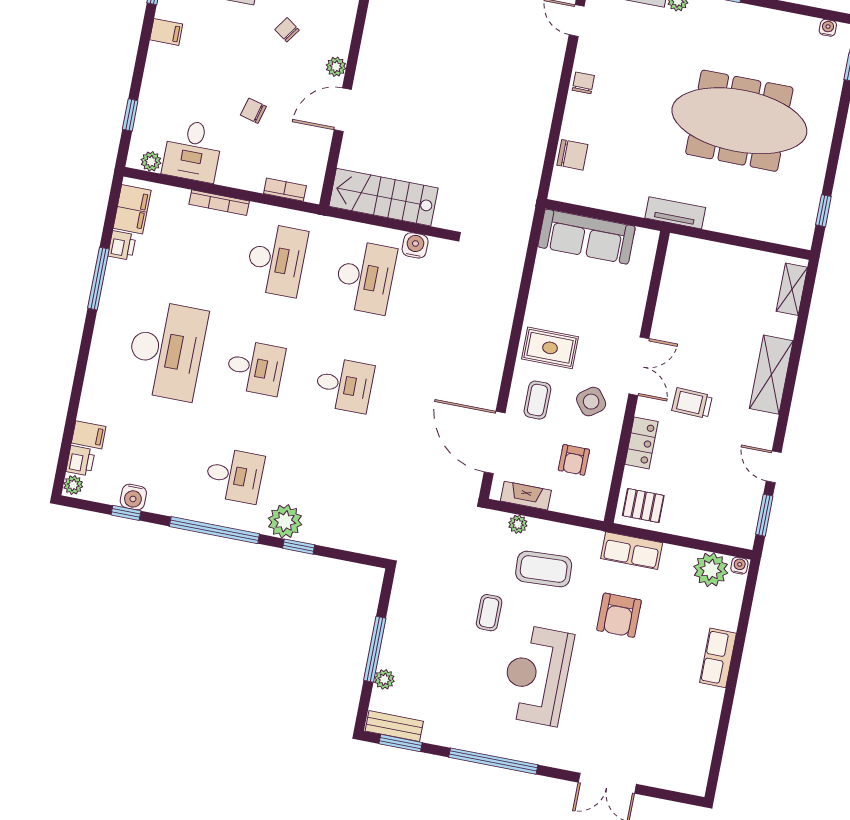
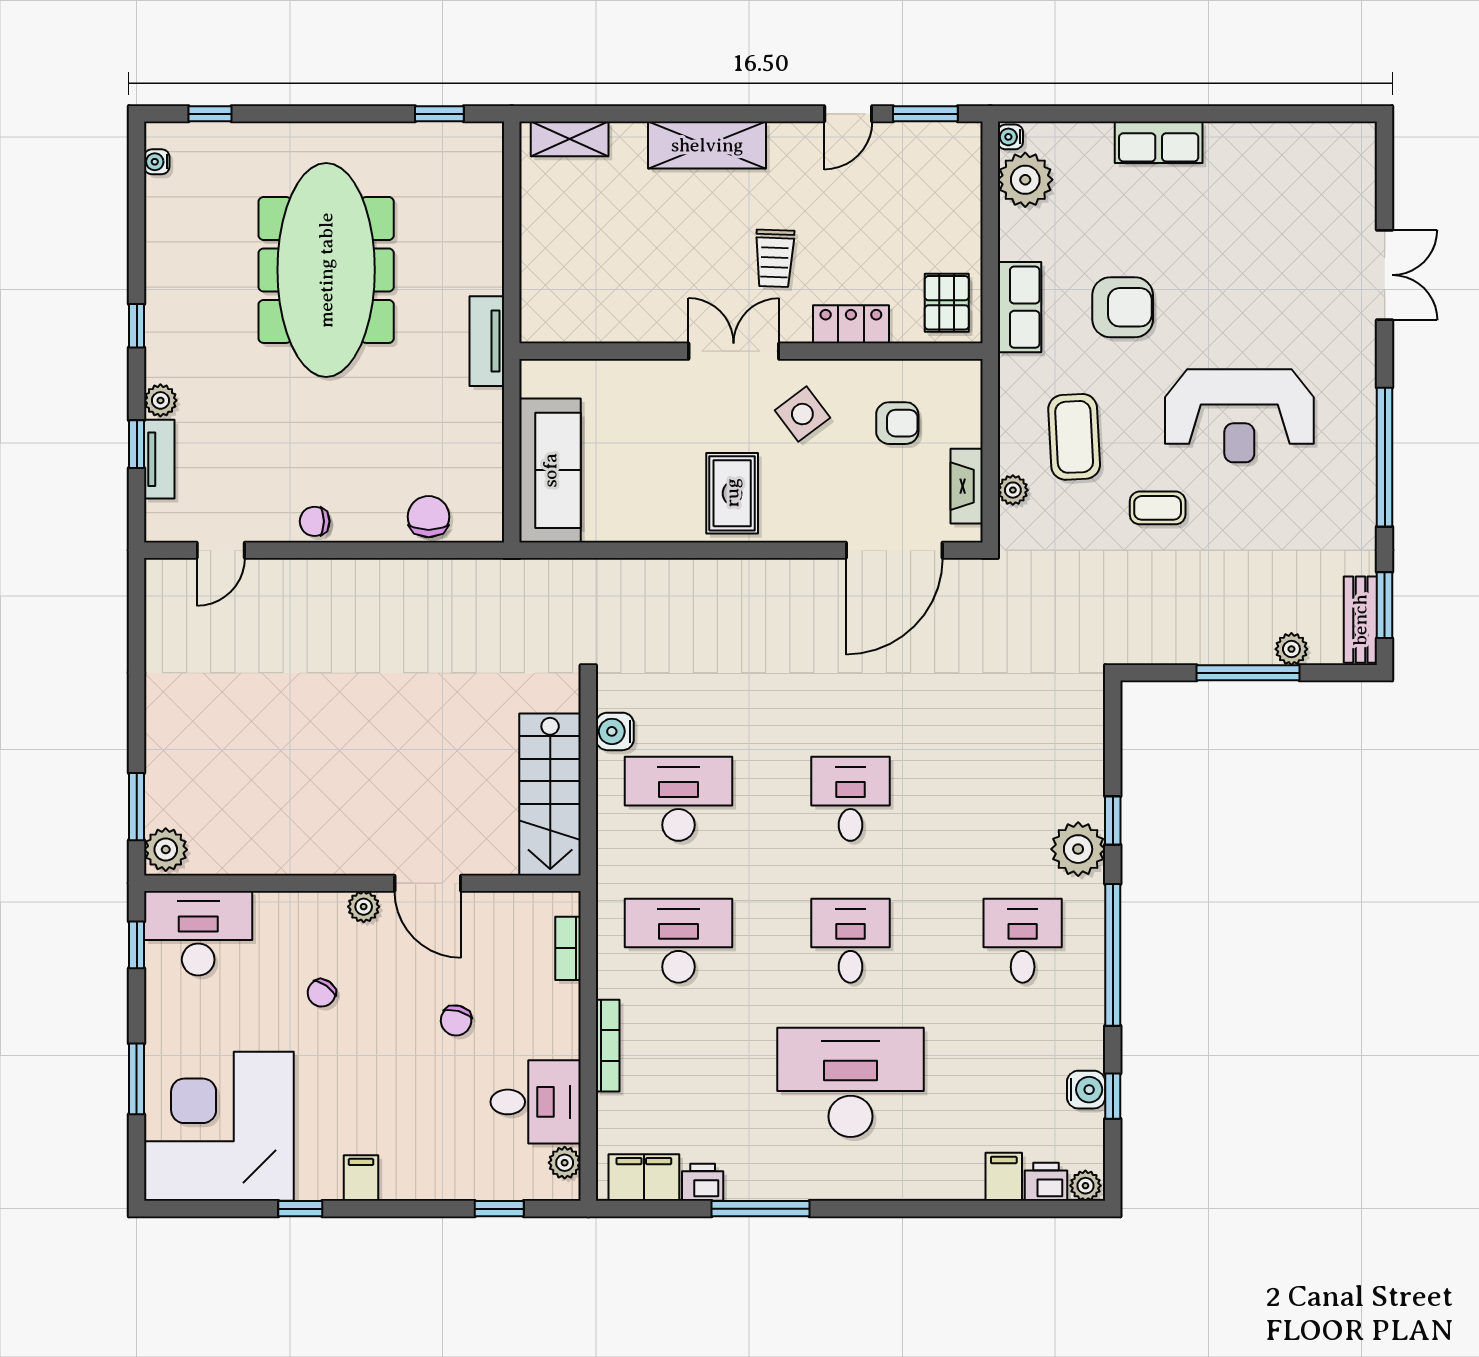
coffee table: (537, 400) -> (816, 497), removed

